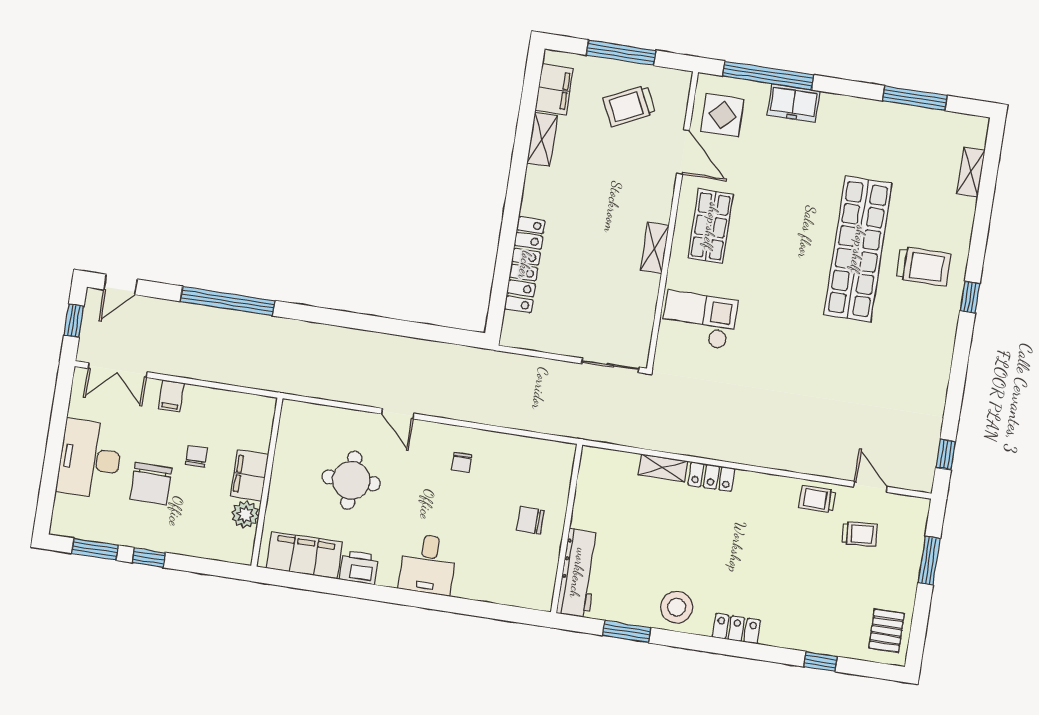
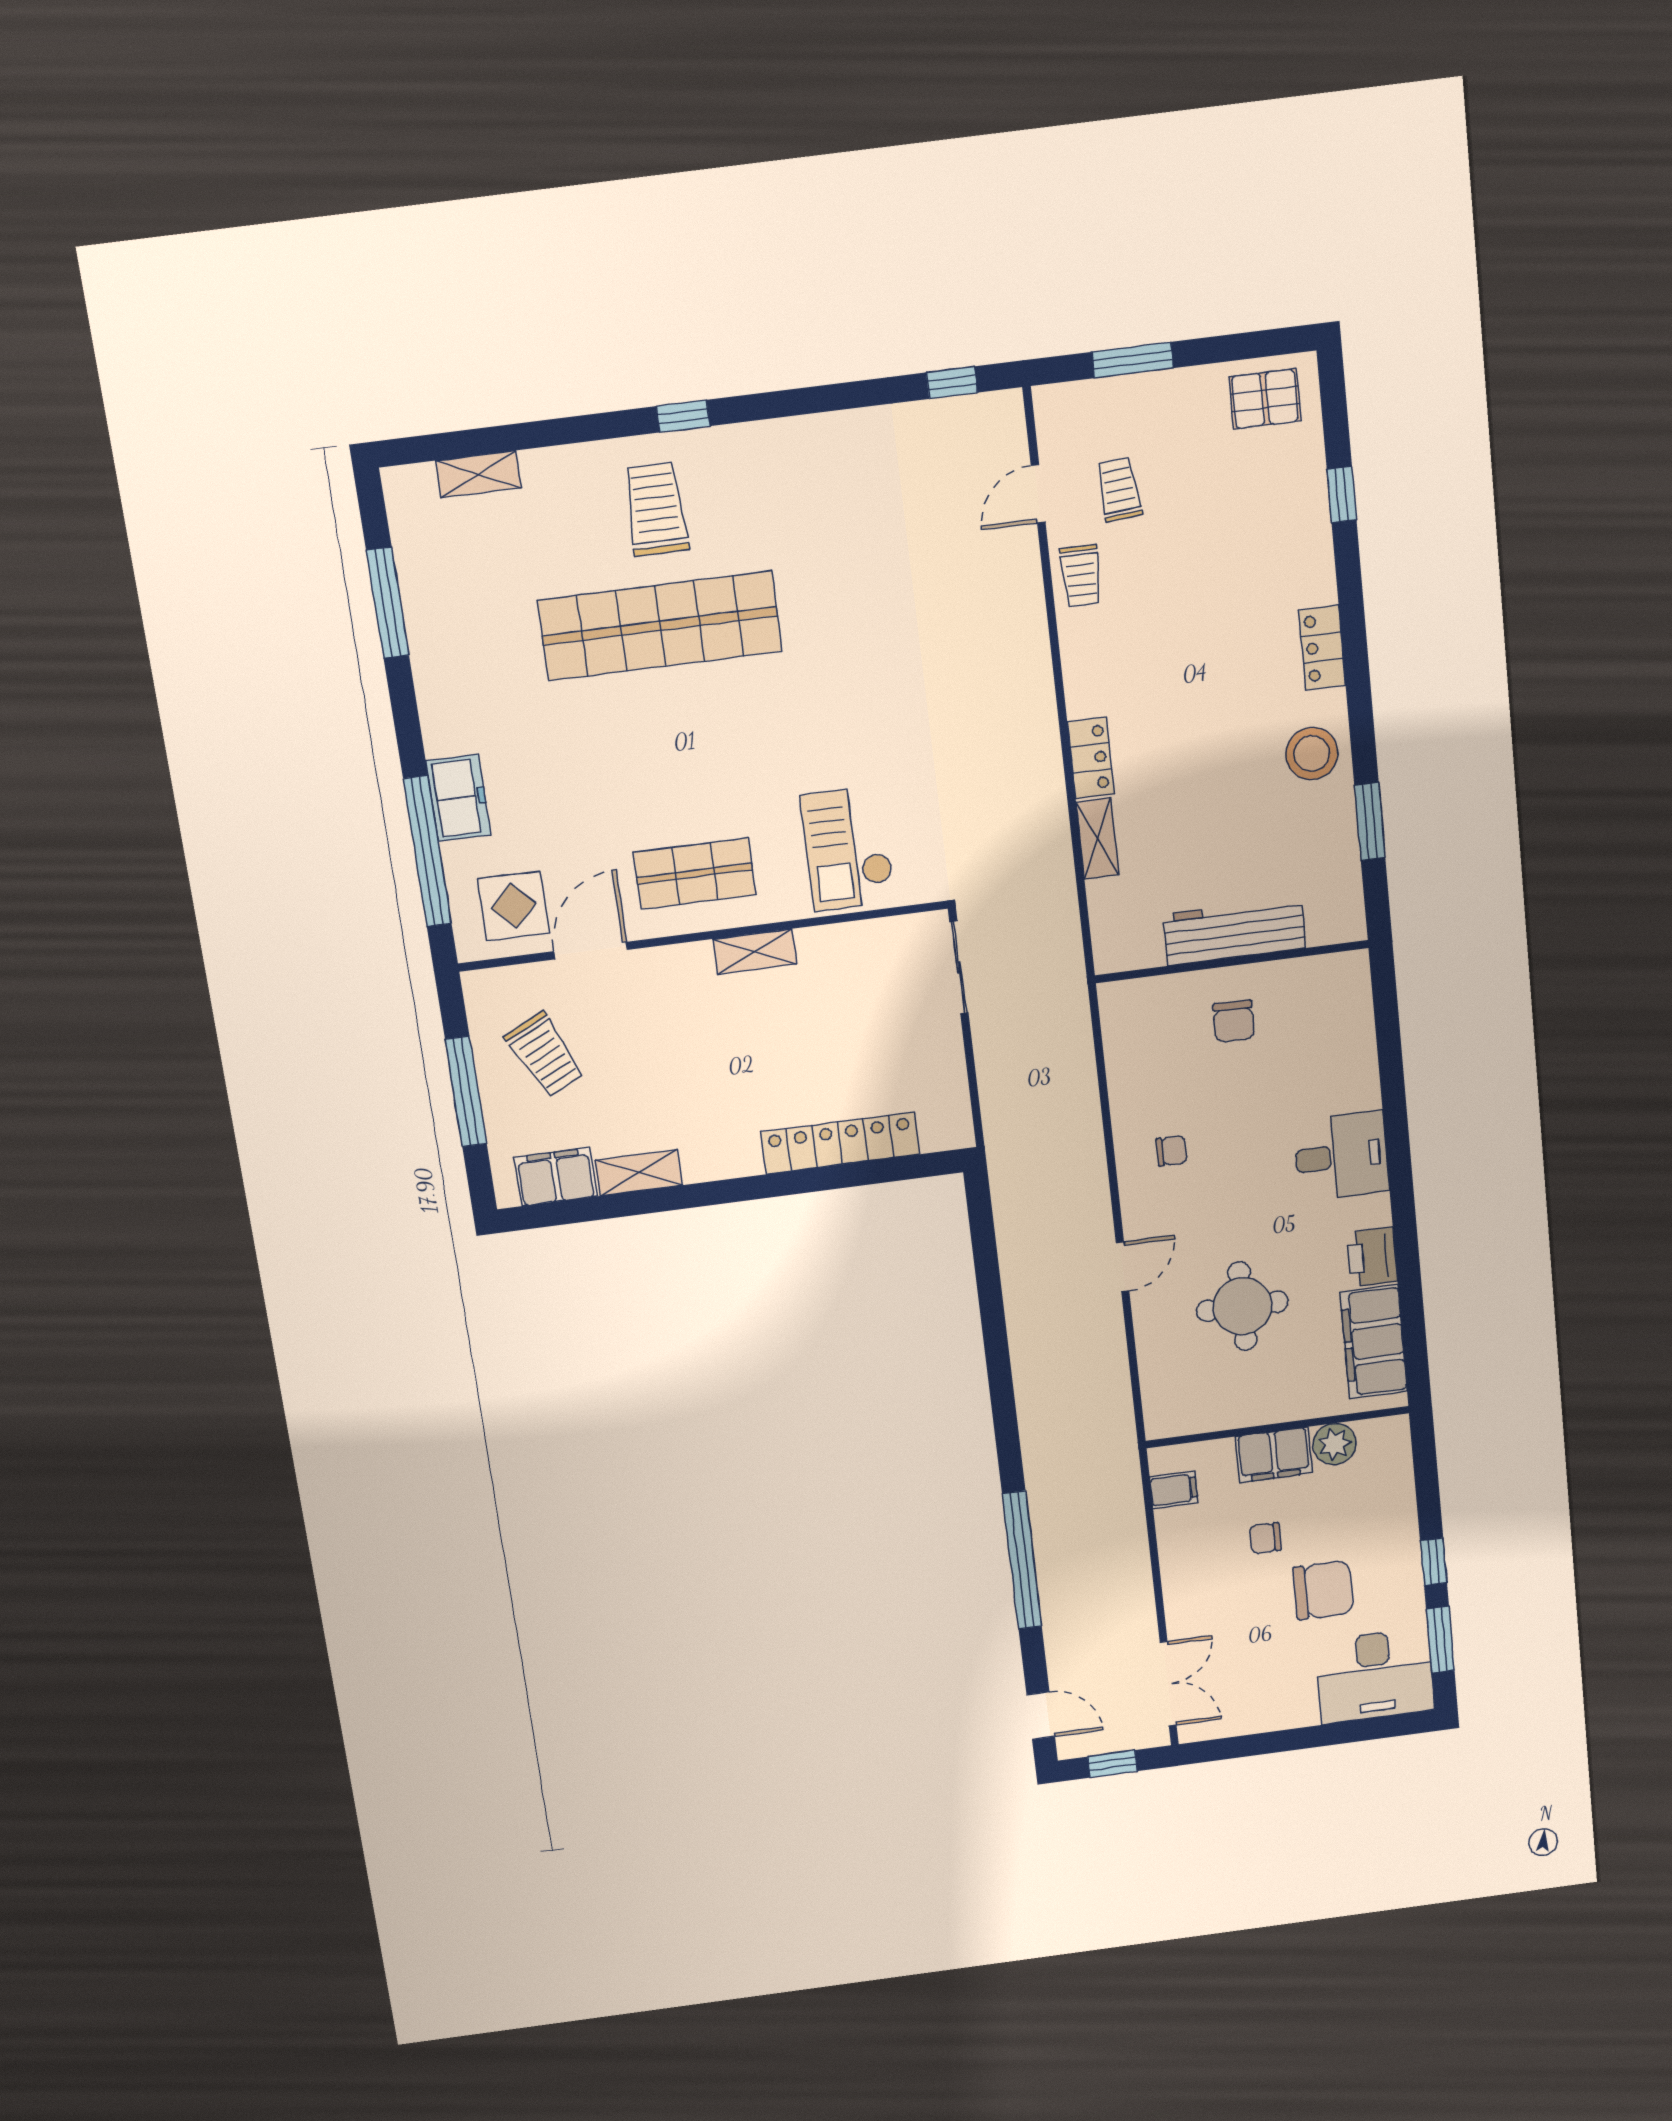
filing cabinet: (171, 396) -> (1174, 1490), moved
desk: (90, 459) -> (1375, 1676), moved
workbench: (578, 573) -> (1234, 931), moved

